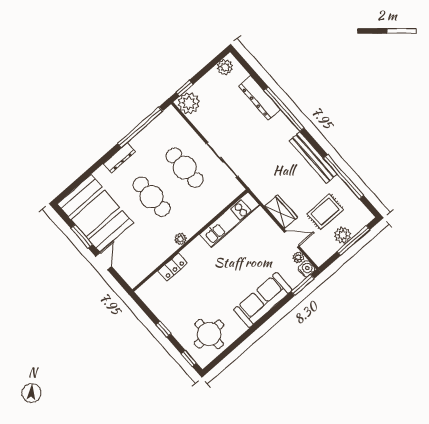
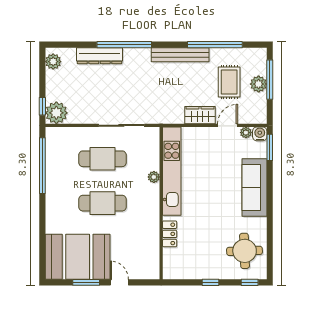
dresser: (119, 158) -> (52, 202), removed
kitchen unit: (230, 220) -> (172, 171), width x1.36
plant: (181, 239) -> (154, 177), moved

